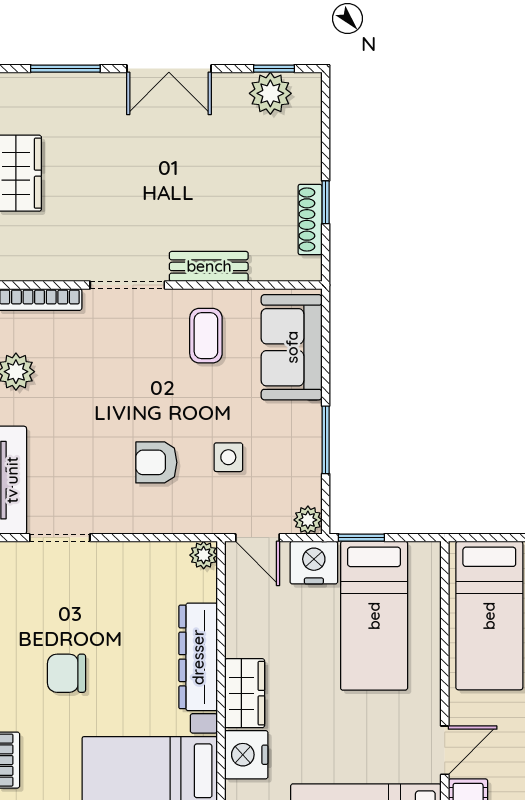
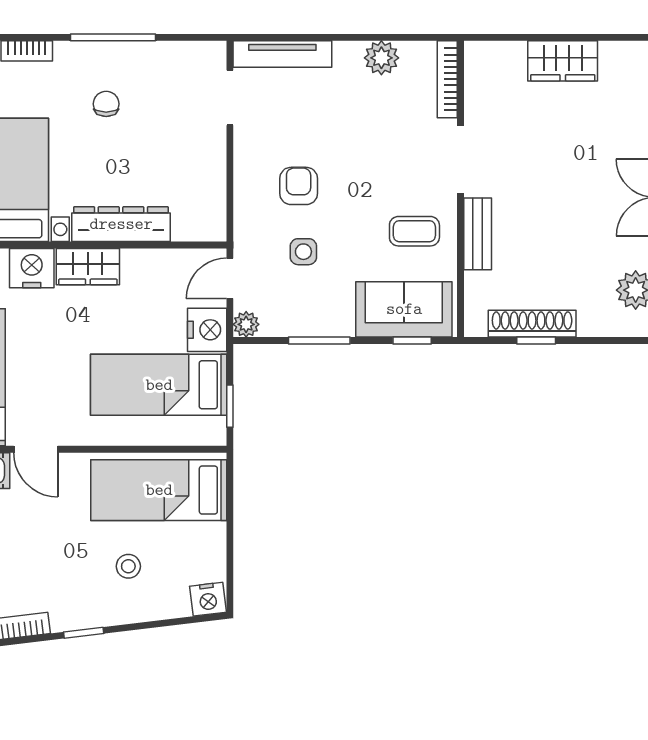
shoe rack: (310, 220) -> (532, 324), width x1.36, depth x1.24
window: (326, 338) -> (412, 341), added
window: (361, 538) -> (230, 406), moved
plant: (204, 555) -> (214, 229), removed
chair: (66, 673) -> (106, 104), width x0.73, depth x0.73

